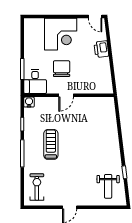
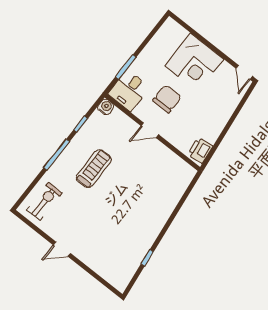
printer: (101, 49) -> (200, 150), moved
weight bench: (108, 186) -> (119, 259), removed

